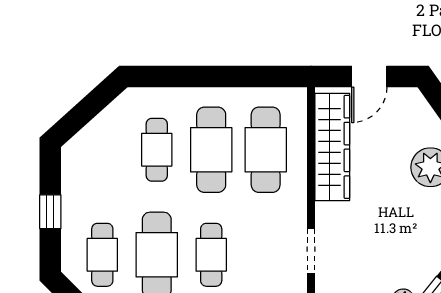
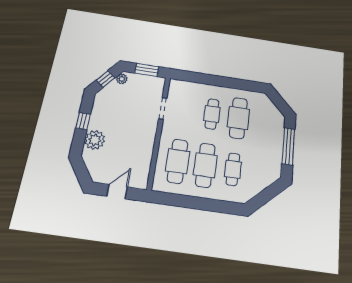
wardrobe: (332, 147) -> (143, 158), removed
window: (50, 212) -> (288, 146), width x2.17
cafe table: (102, 255) -> (265, 122), removed

